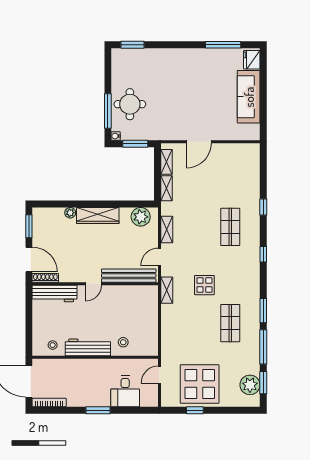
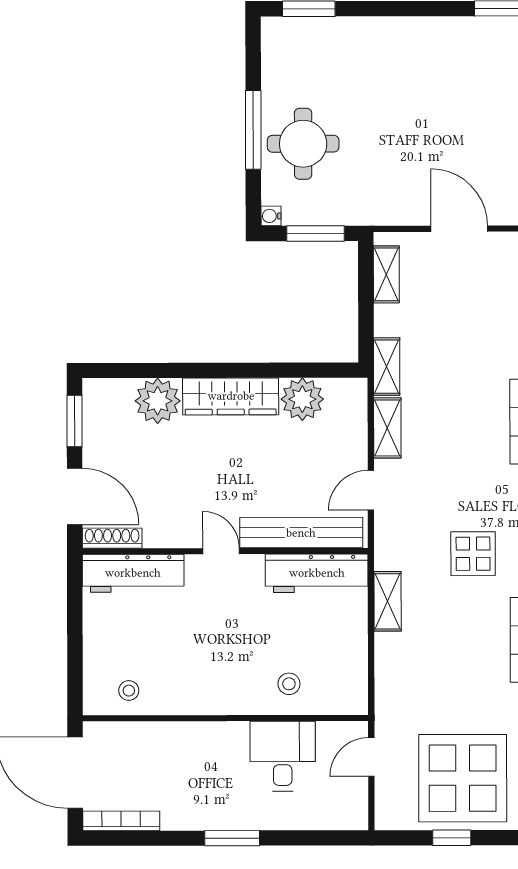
window: (108, 111) -> (253, 130), moved
door: (199, 142) -> (459, 229), swing flipped
shelving: (166, 188) -> (387, 367), moved
plant: (70, 213) -> (158, 401), width x1.88, depth x1.88
plant: (141, 217) -> (302, 399), moved
door: (93, 284) -> (221, 551), swing flipped
shelving: (167, 290) -> (388, 601), moved
workbench: (88, 347) -> (317, 573), moved, turned 180
desk: (125, 391) -> (283, 756), moved, turned 180

